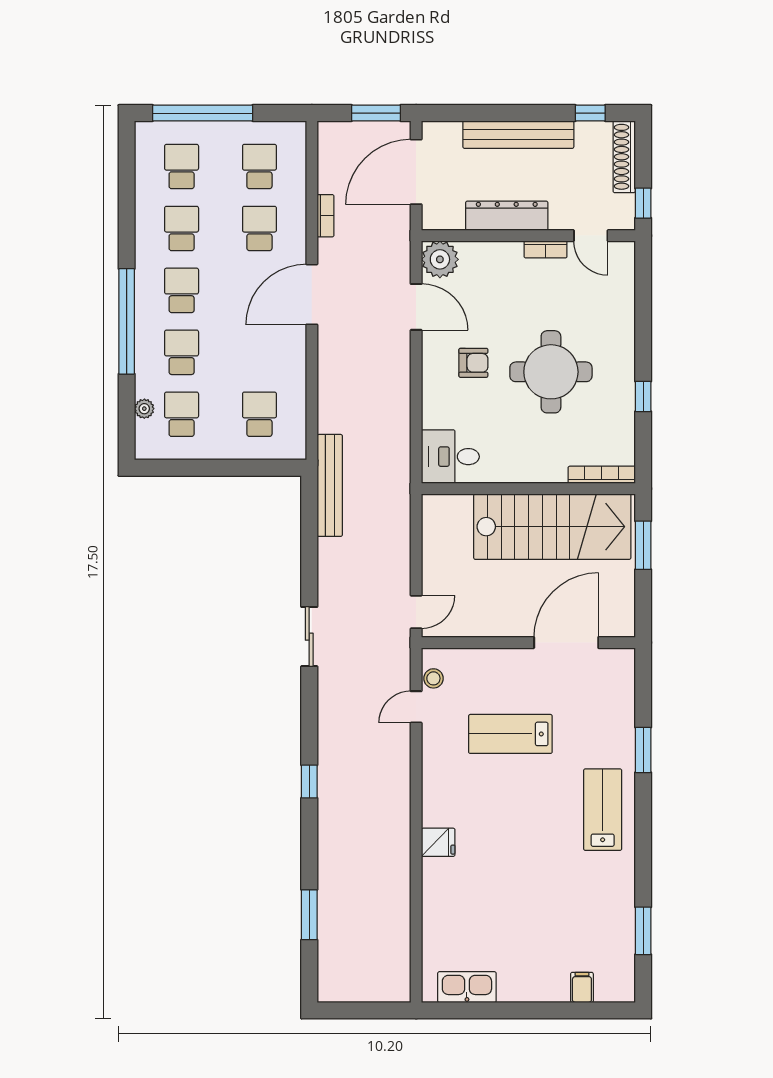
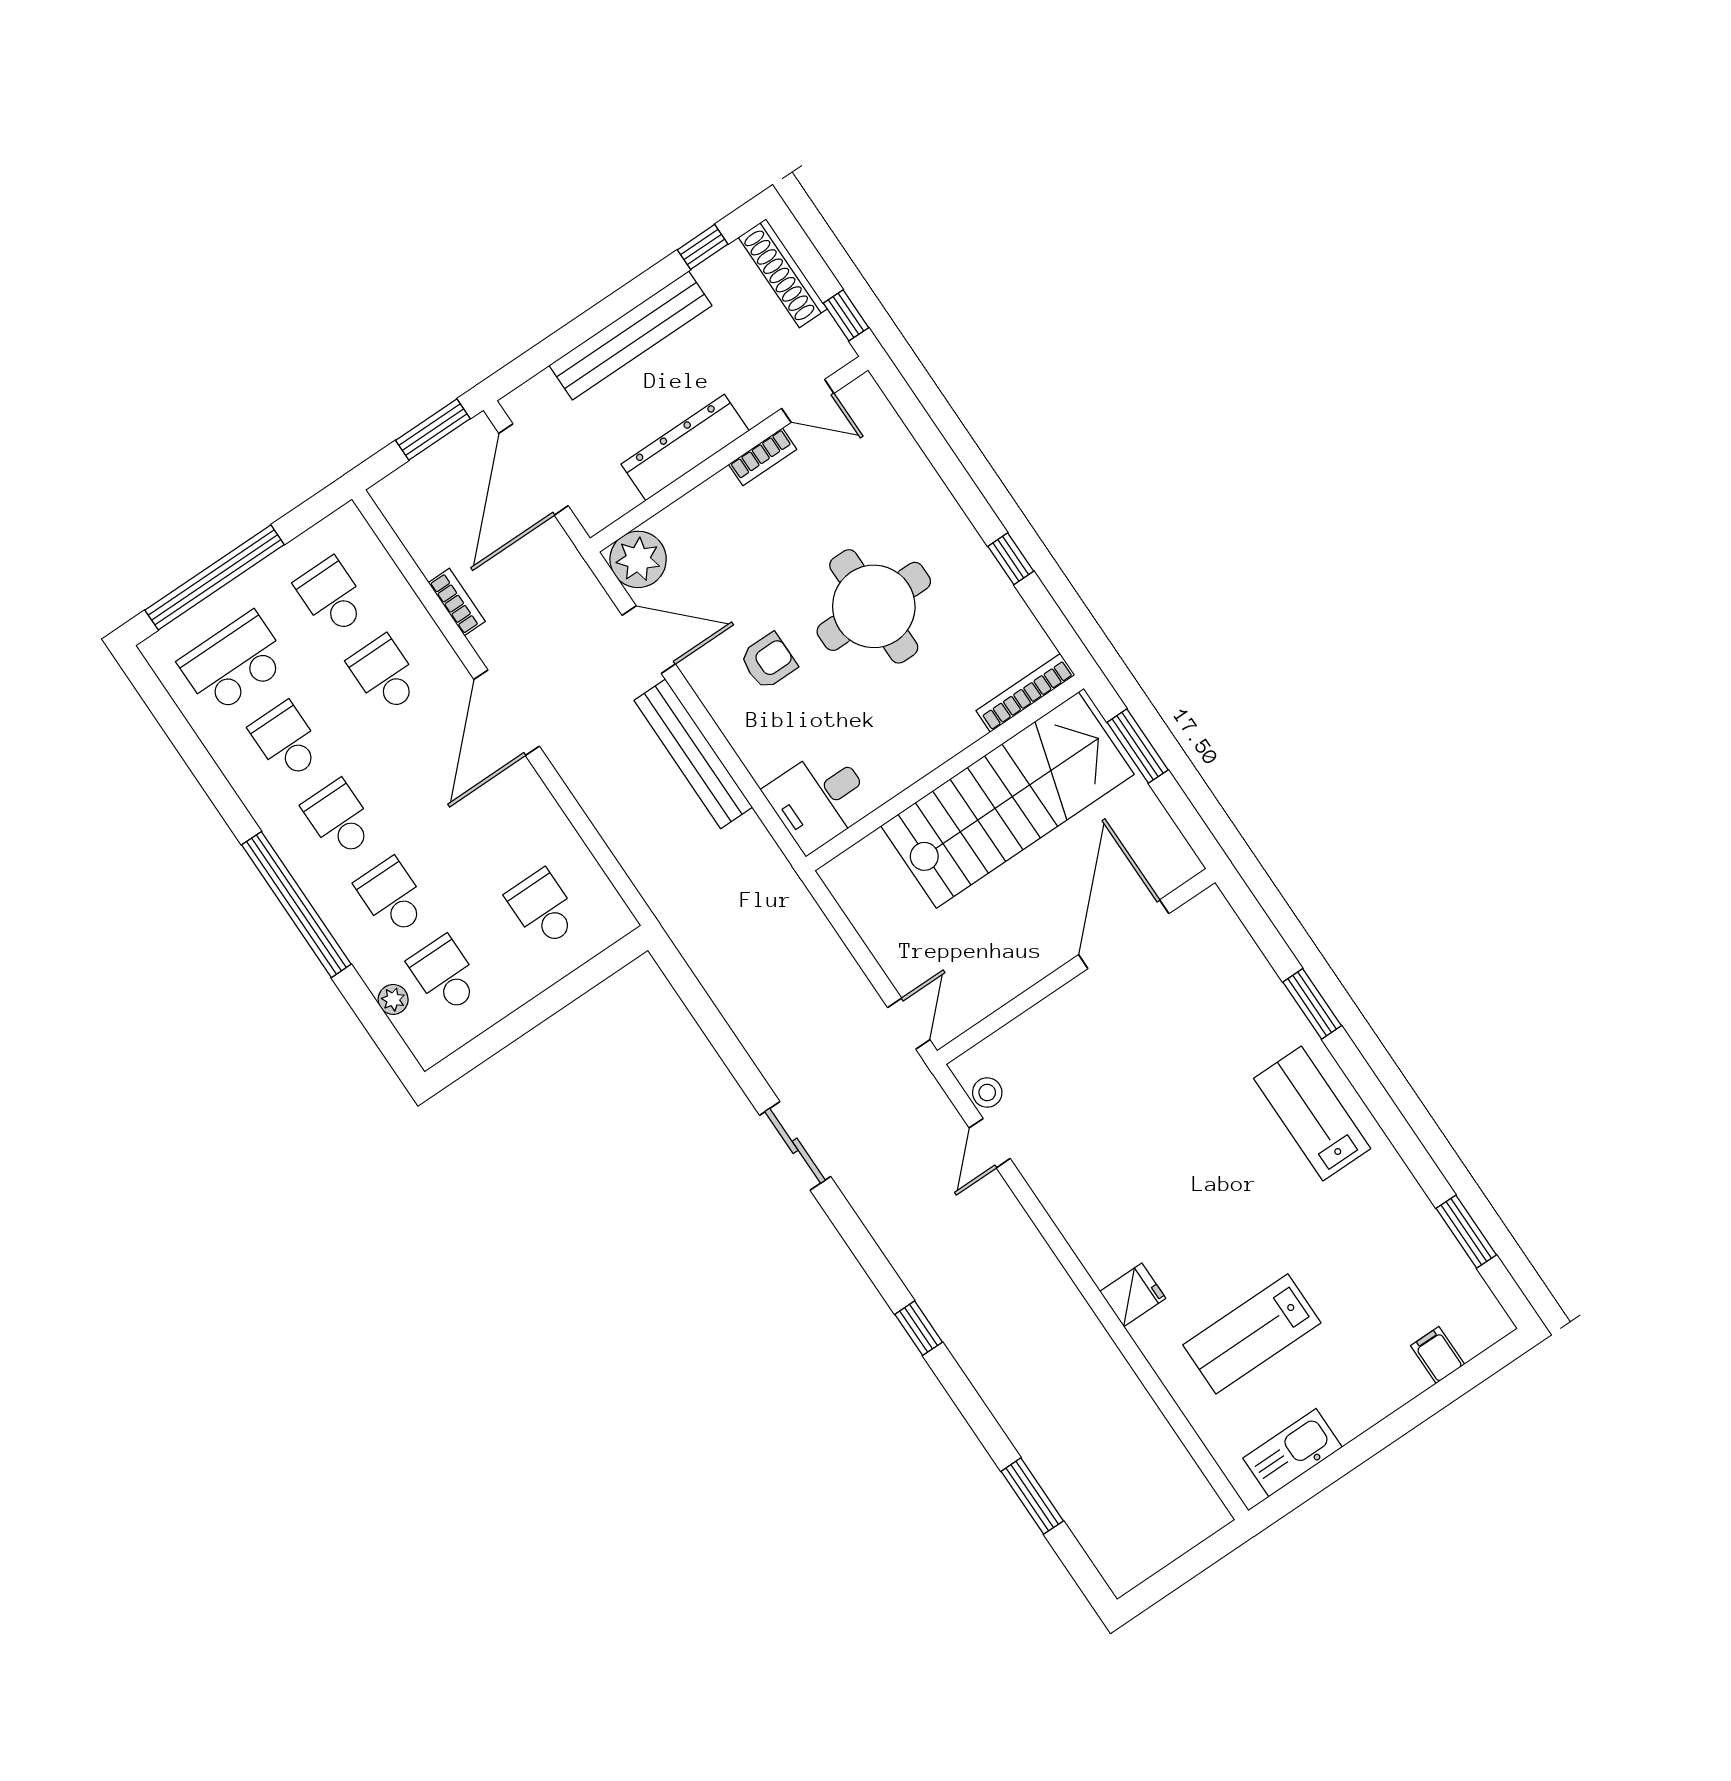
school desk: (182, 167) -> (234, 663), width x1.85
bench: (330, 485) -> (693, 754), moved
lab bench: (510, 734) -> (1252, 1334), moved

